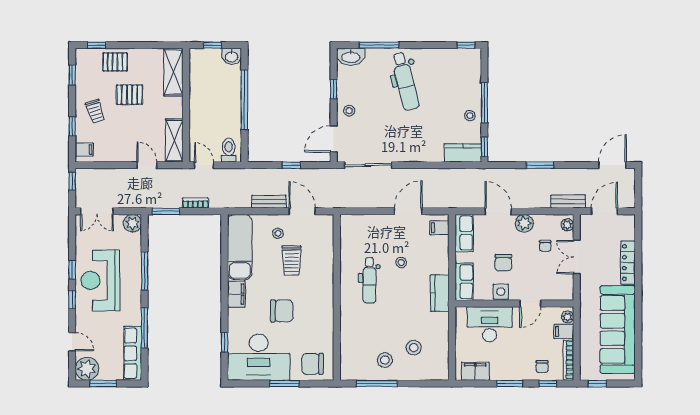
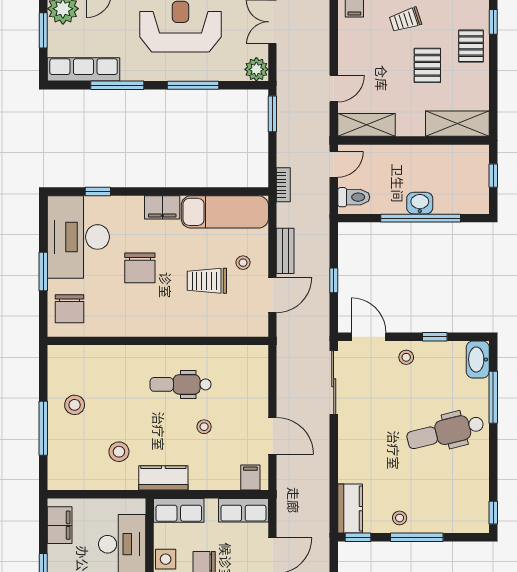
washbasin: (232, 56) -> (420, 203), moved, turned 90
bookcase: (195, 203) -> (283, 185), moved
stool: (414, 348) -> (119, 452), moved
chair: (313, 364) -> (69, 309), turned 180
window: (377, 384) -> (43, 428), moved

